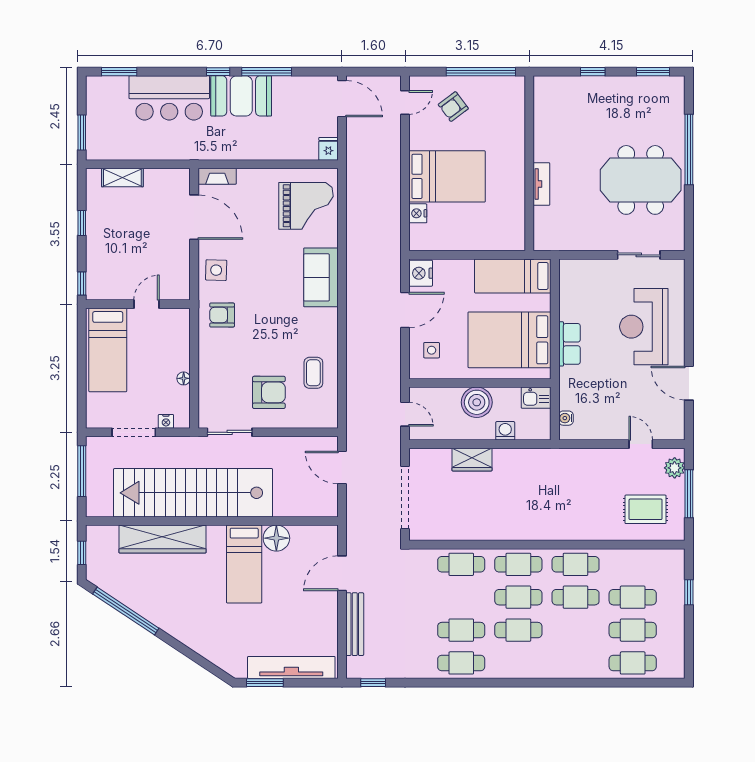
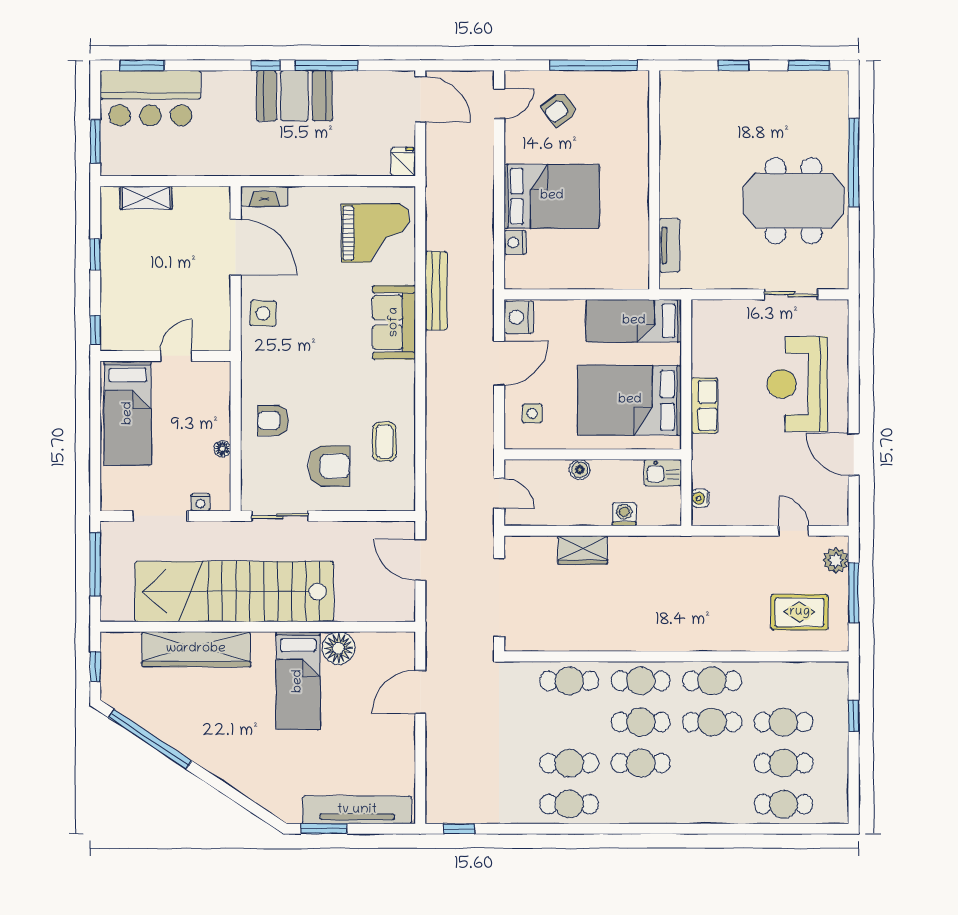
bar counter: (169, 98) -> (150, 98), moved
tv unit: (541, 184) -> (669, 245), moved
armchair: (222, 315) -> (273, 420), moved
boiler: (477, 402) -> (580, 470), width x0.54, depth x0.54
bench: (355, 624) -> (436, 291), moved

